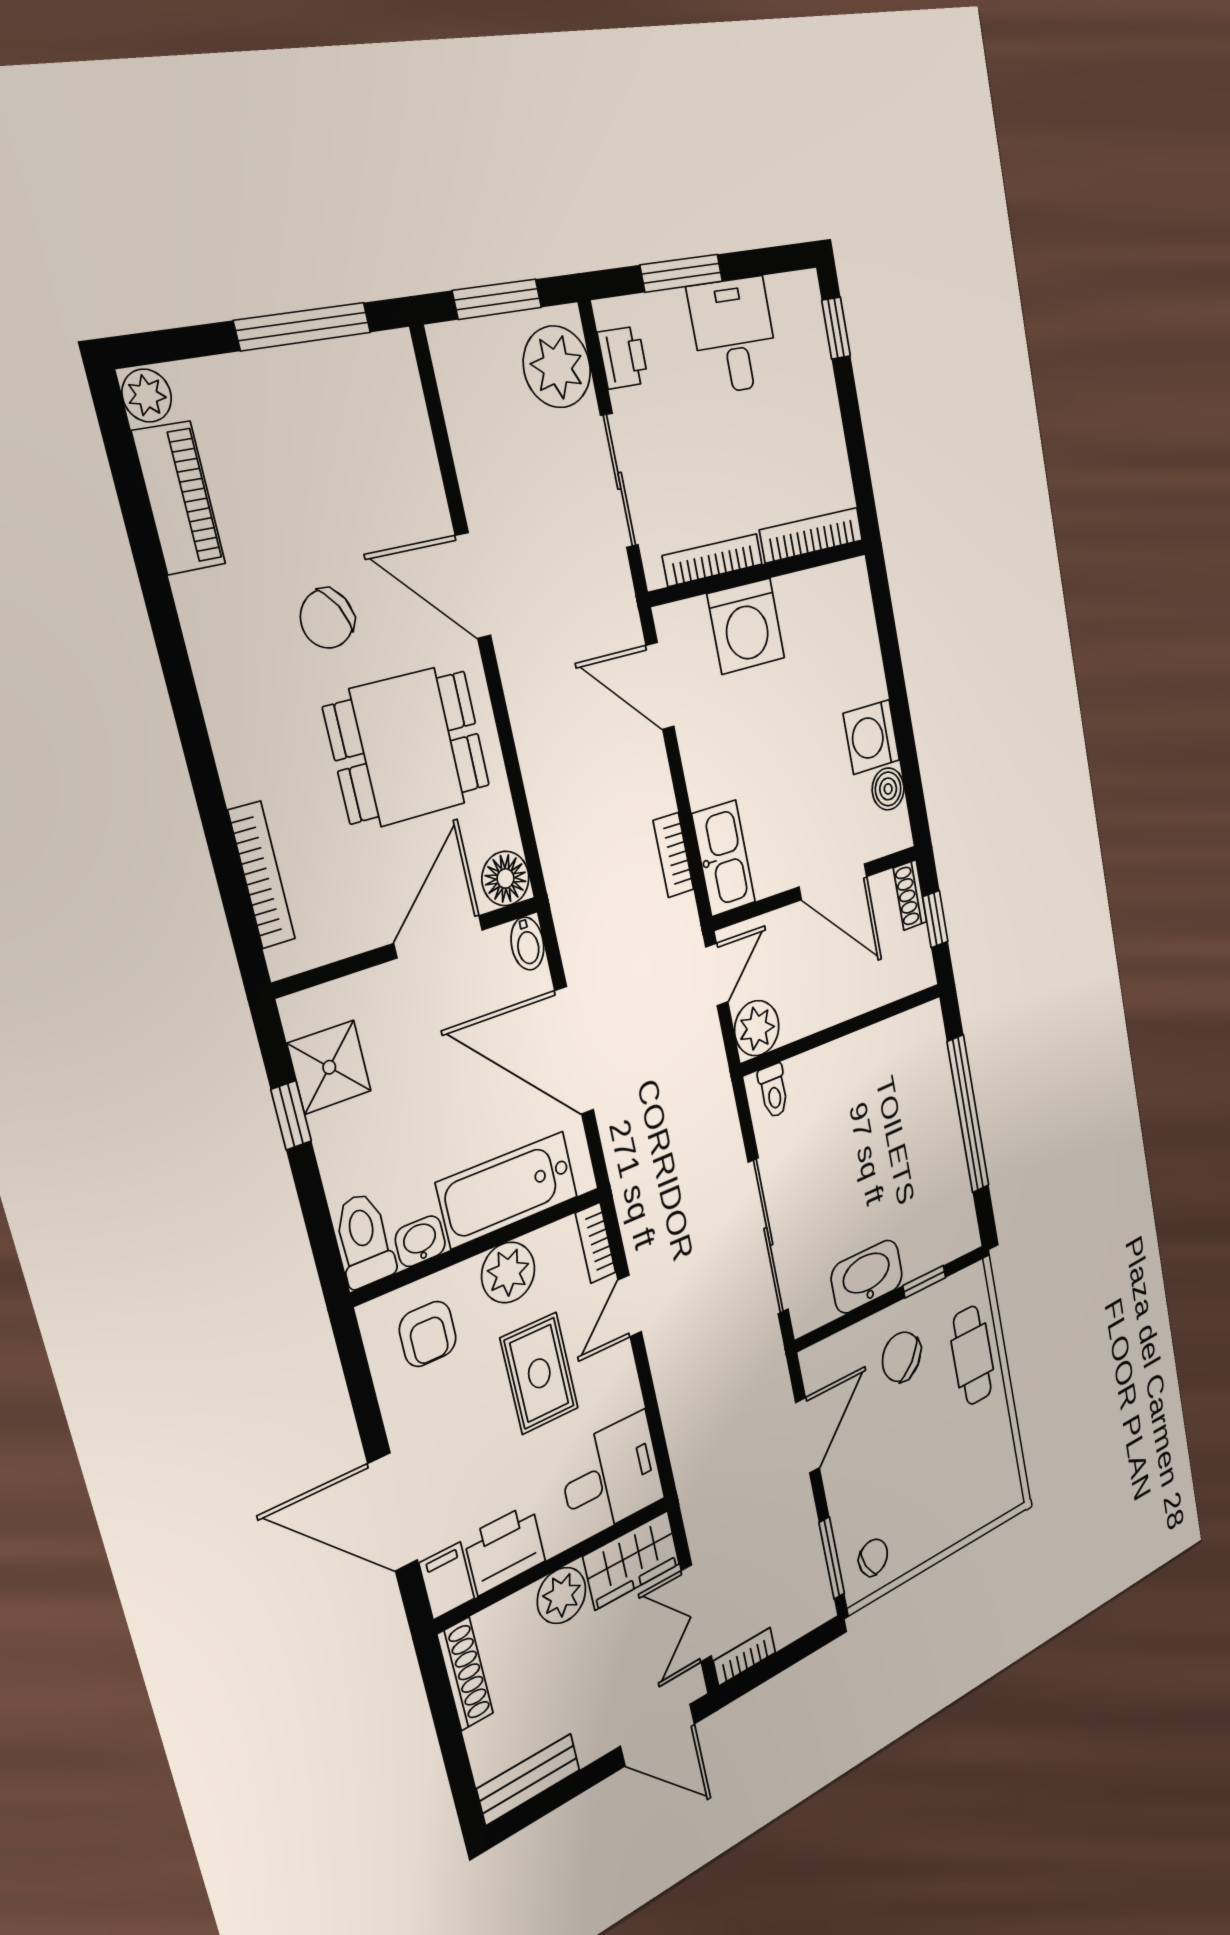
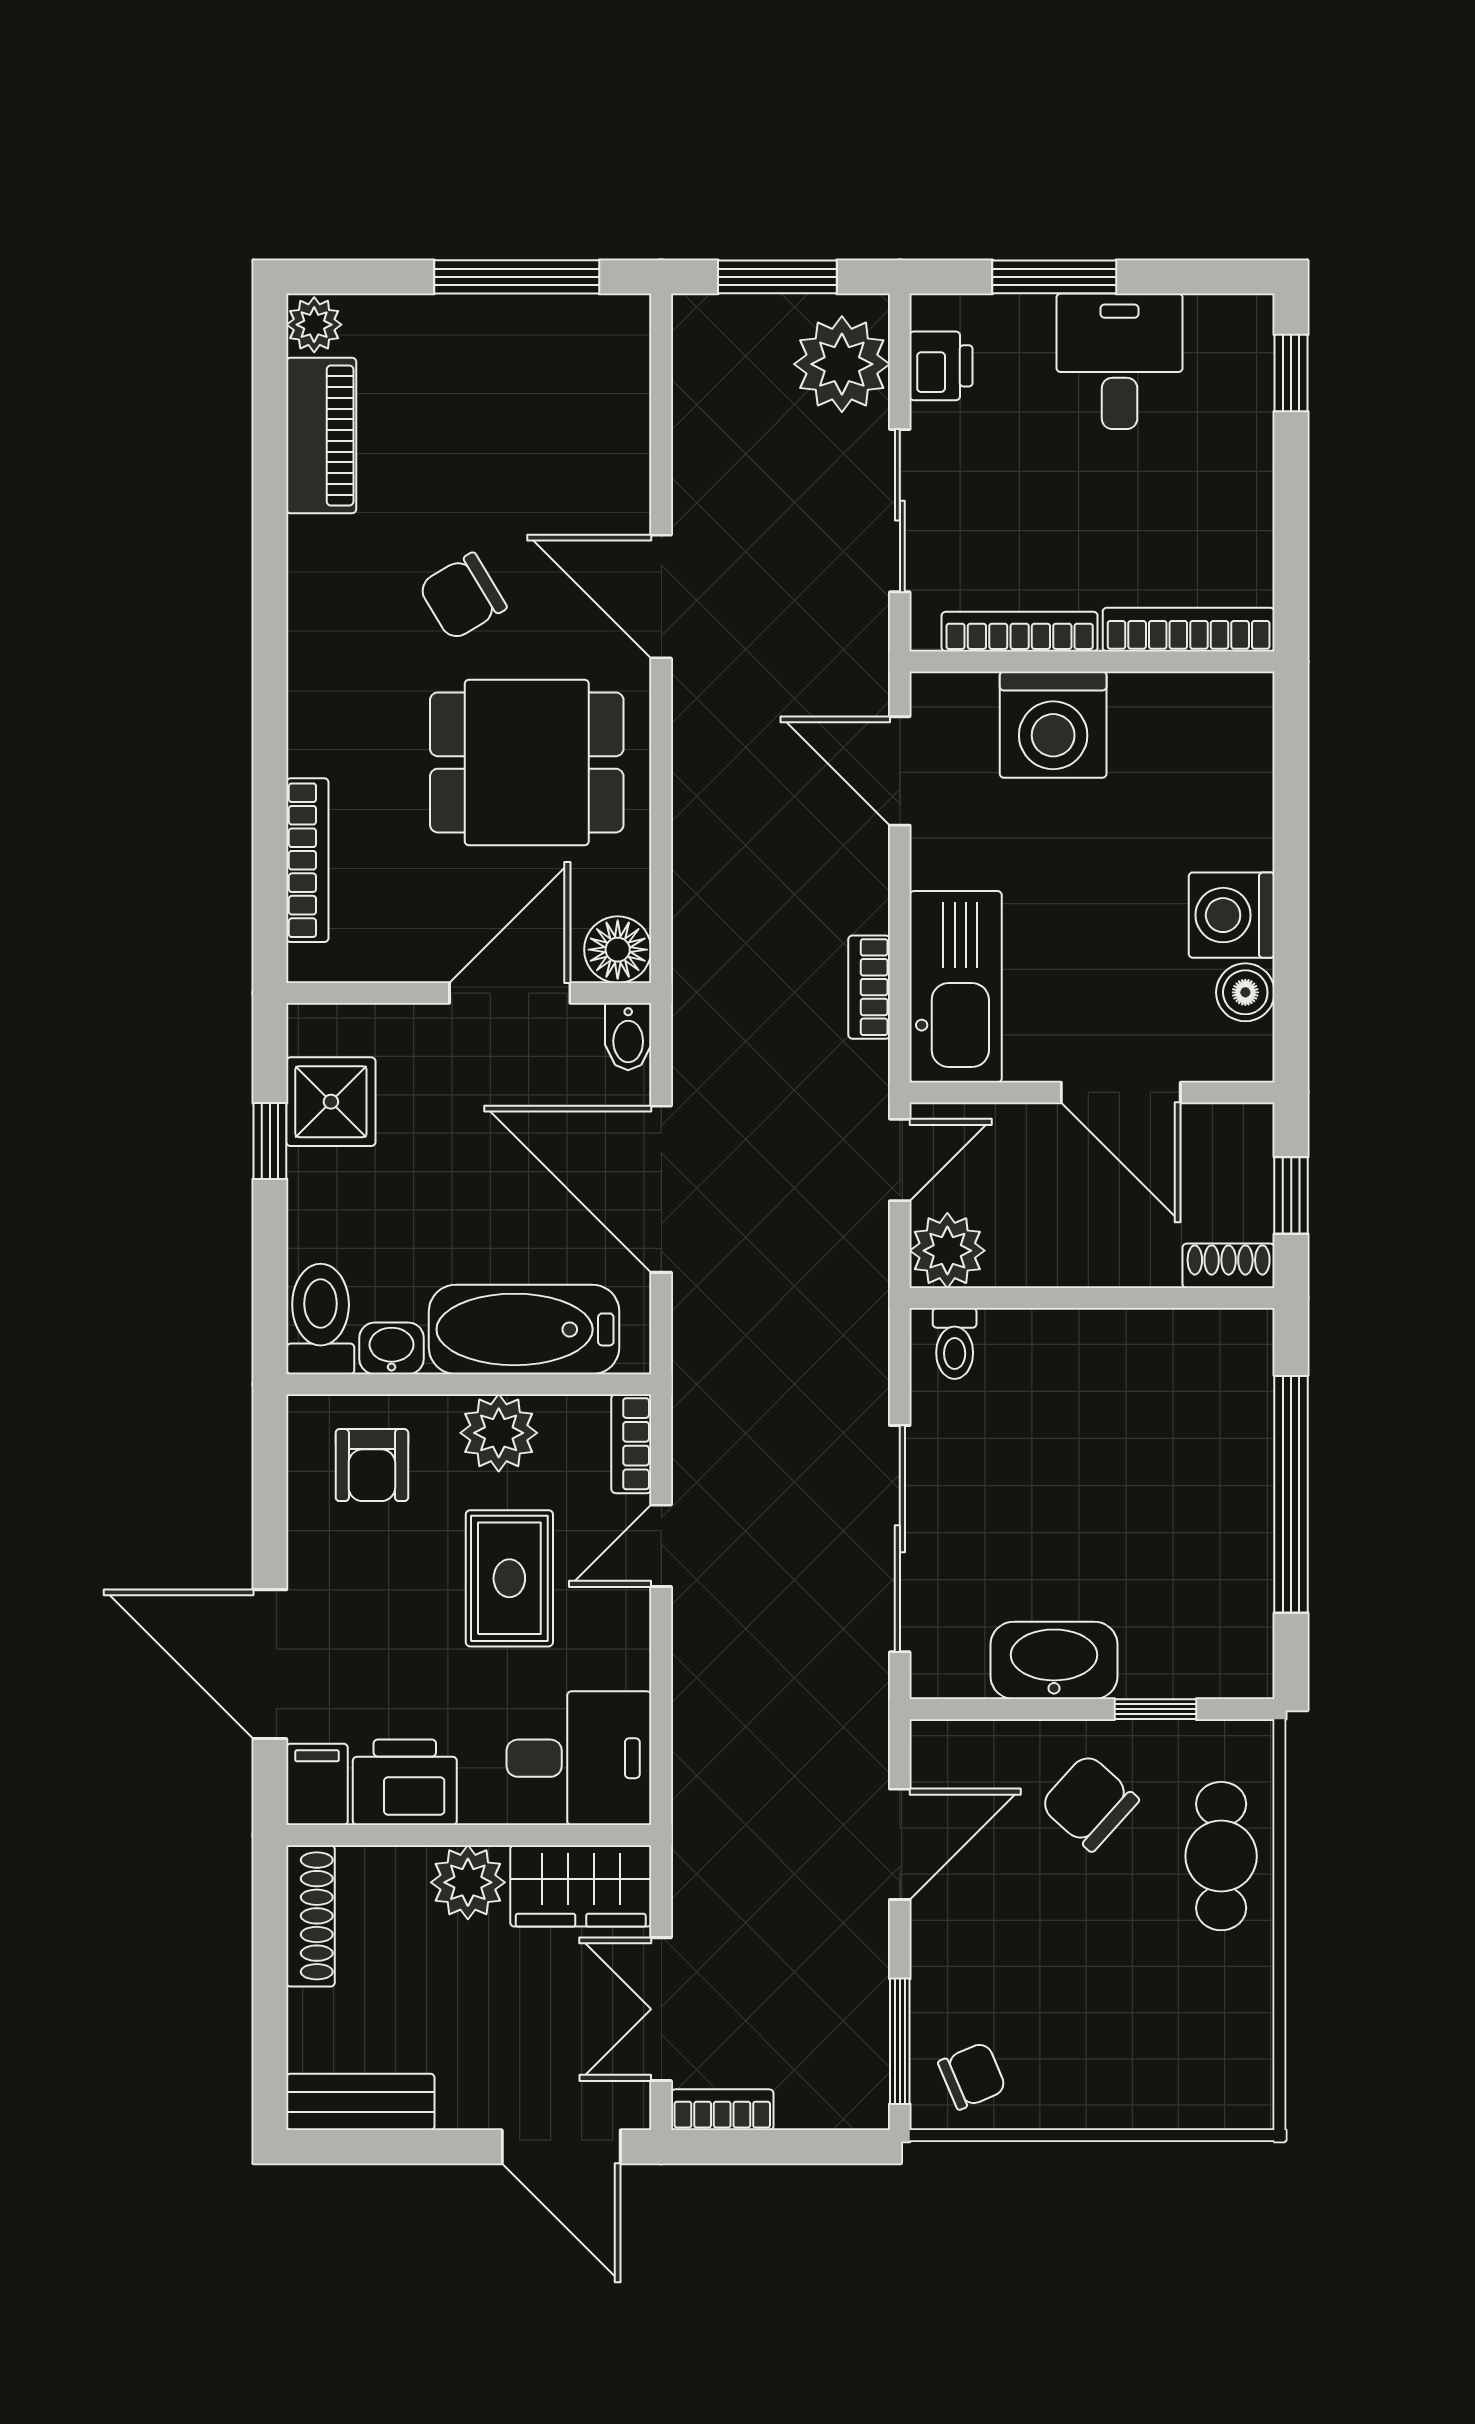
kitchen sink: (724, 858) -> (956, 987), width x1.36, depth x1.24
shoe rack: (910, 895) -> (1229, 1266), moved, turned 90

